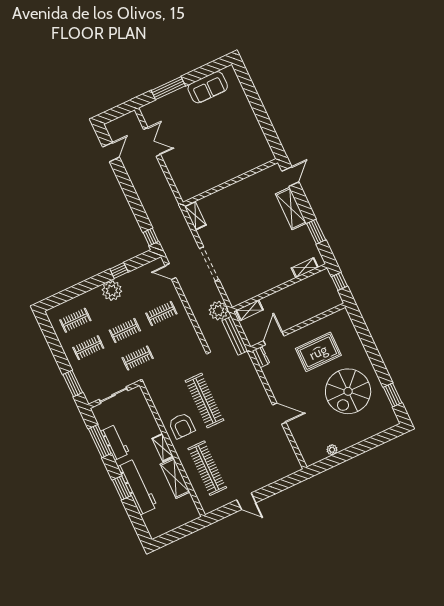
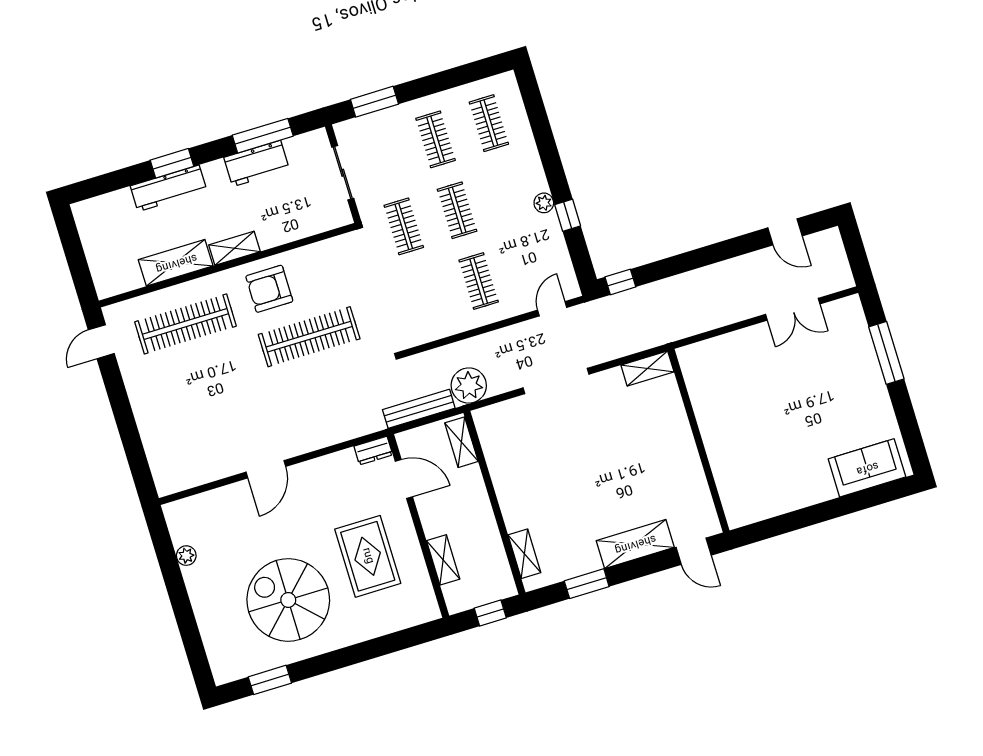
sofa: (208, 87) -> (867, 468), moved, turned 90
plant: (112, 291) -> (544, 203), width x0.53, depth x0.53
shelving: (314, 311) -> (443, 560), added
workbench: (138, 487) -> (169, 188), width x0.73, depth x0.76
door: (246, 501) -> (101, 342), moved

